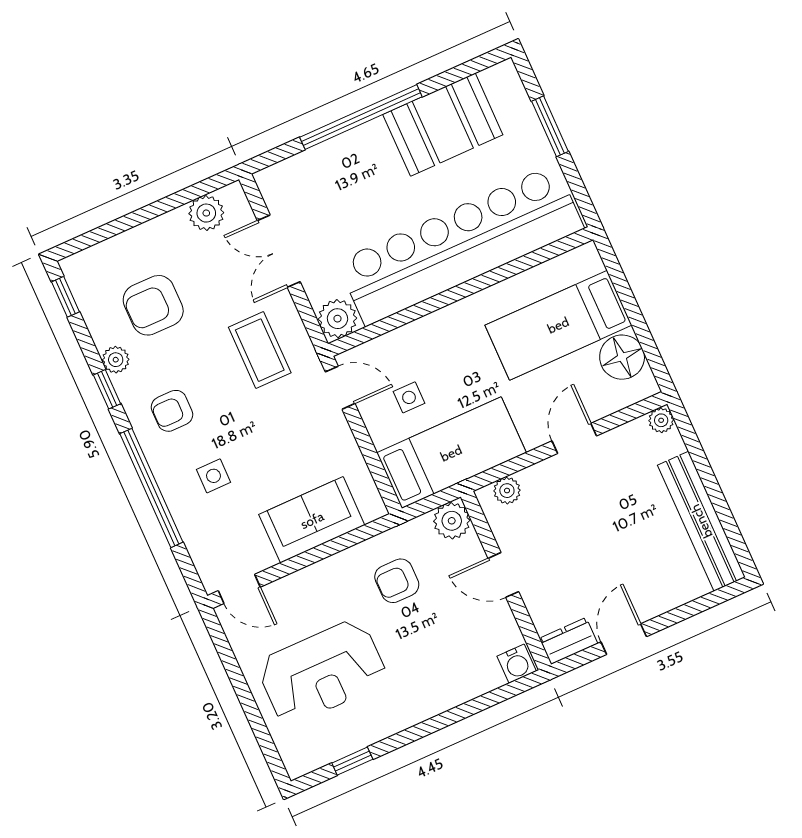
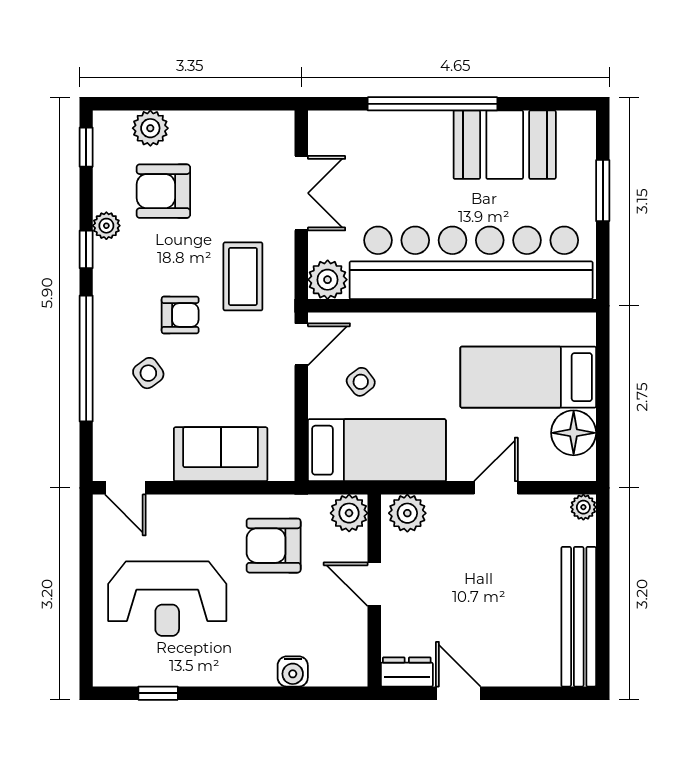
plant: (206, 213) -> (150, 128), moved
double door: (279, 251) -> (301, 193), swing flipped
door: (340, 388) -> (301, 344), hinge flipped
side table: (409, 397) -> (361, 382), turned -38
armchair: (172, 411) -> (180, 315), moved, turned 180
side table: (213, 476) -> (148, 373), turned -36
plant: (507, 491) -> (407, 513), width x1.38, depth x1.38
armchair: (397, 581) -> (274, 546), width x1.38, depth x1.38
door: (624, 639) -> (458, 693), hinge flipped
water cooler: (517, 664) -> (293, 671), moved

